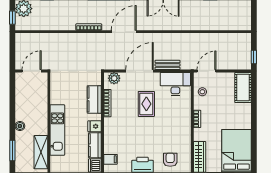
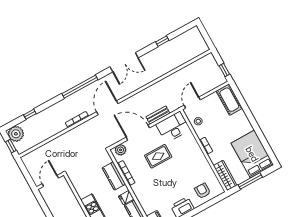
door: (140, 71) -> (138, 133), hinge flipped
rug: (146, 104) -> (158, 156), turned 90

